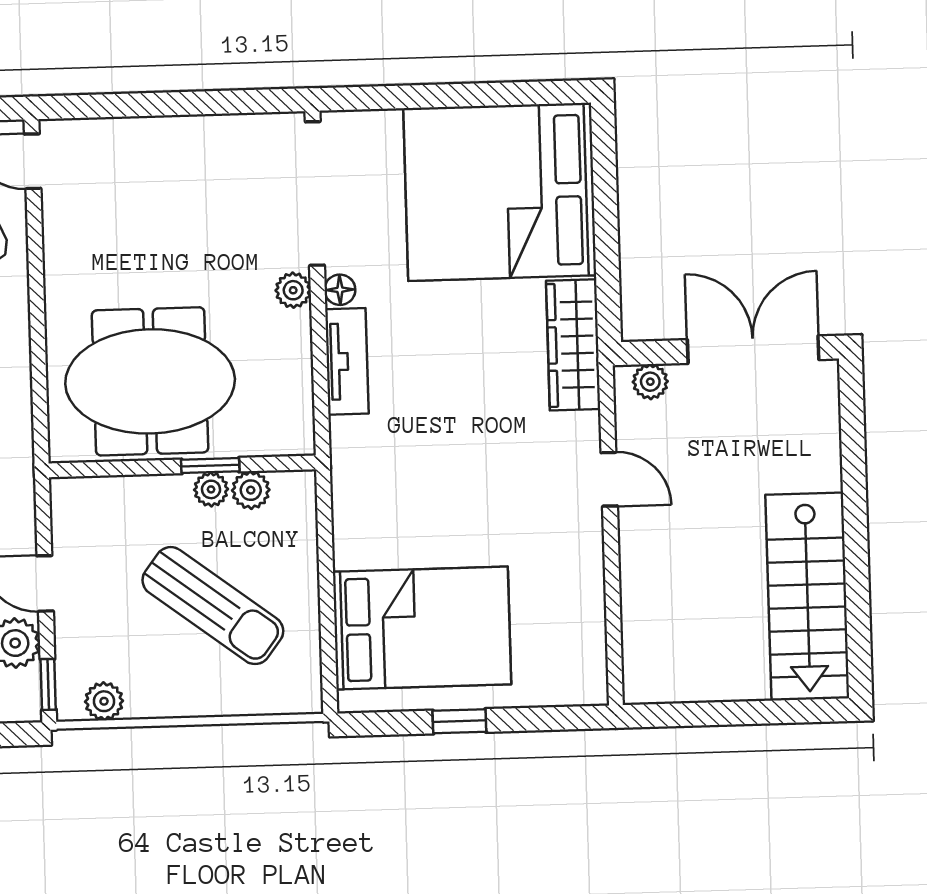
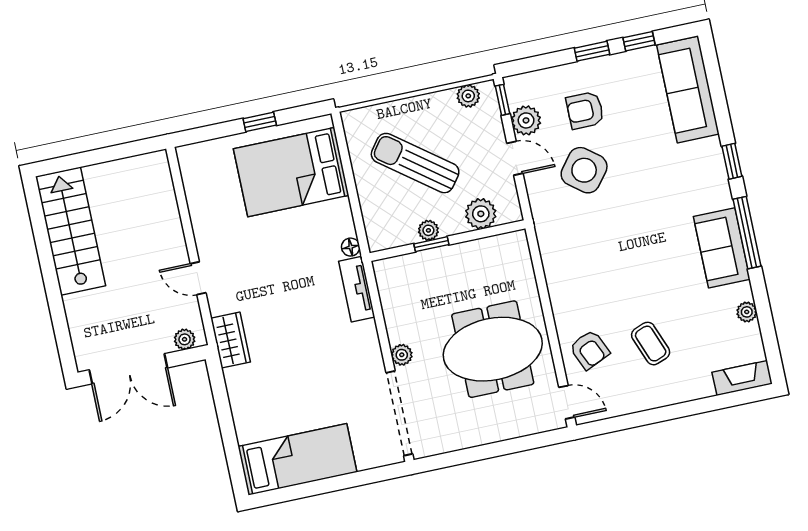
bed: (500, 192) -> (297, 459), width x0.49
floor lamp: (340, 290) -> (351, 247), moved
wardrobe: (573, 345) -> (231, 340), width x0.67
tv unit: (347, 361) -> (357, 289), moved
meeting table: (150, 381) -> (493, 349), moved
plant: (251, 490) -> (481, 214), moved, width x1.38, depth x1.38

